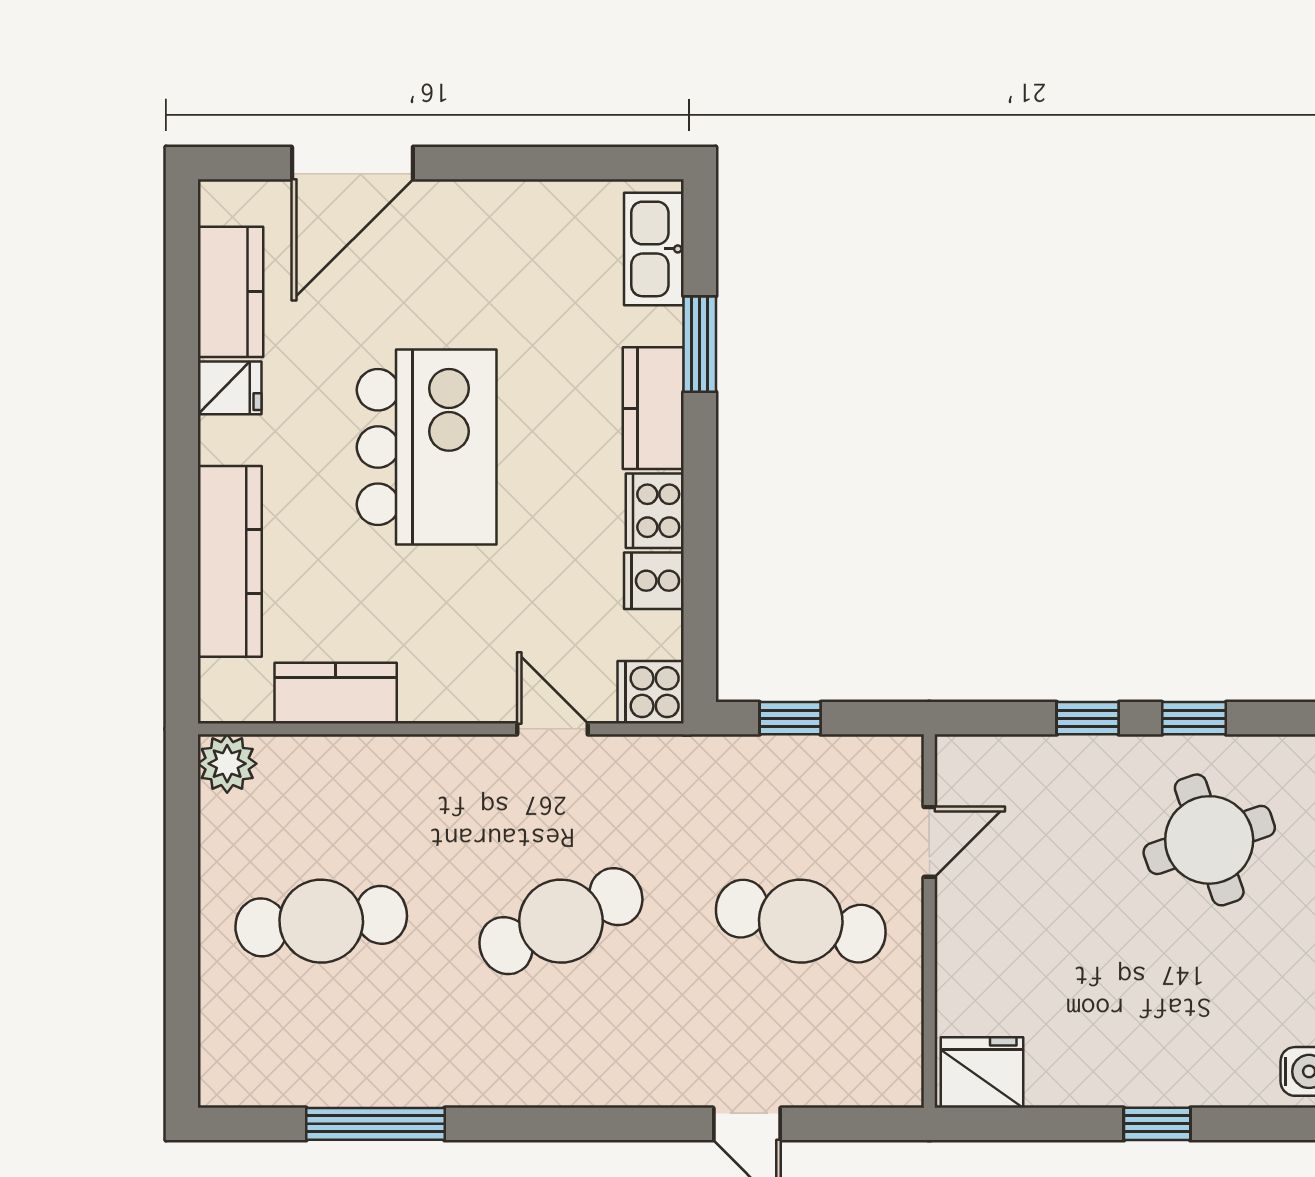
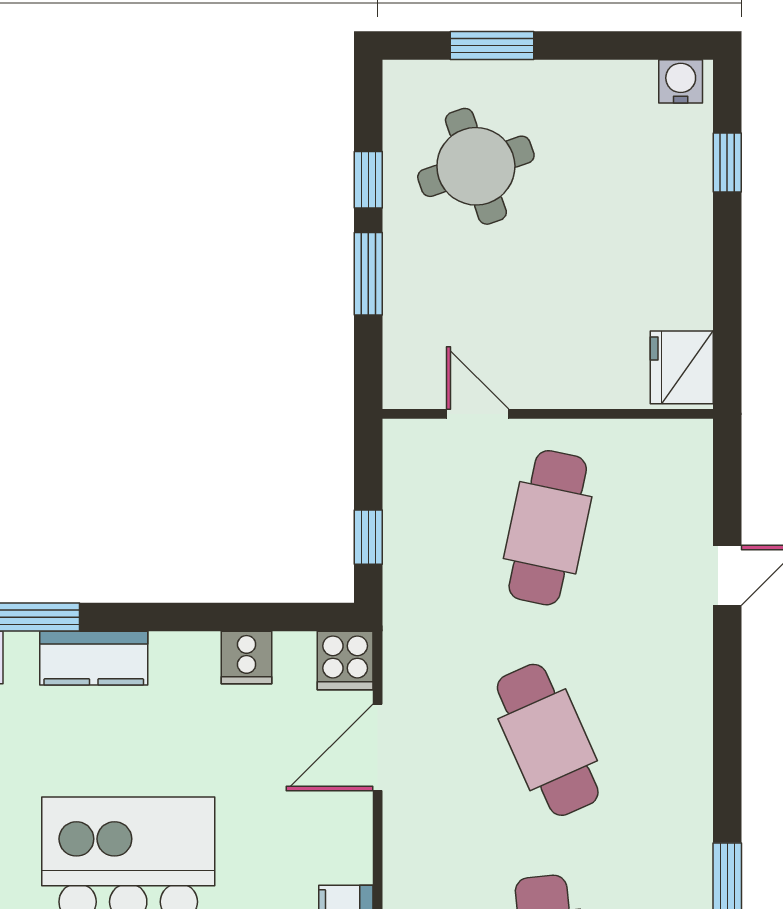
cooker: (655, 511) -> (185, 657), removed
window: (1088, 718) -> (368, 274), width x1.50
door: (552, 729) -> (378, 747), width x1.38
window: (1157, 1124) -> (727, 163), moved

